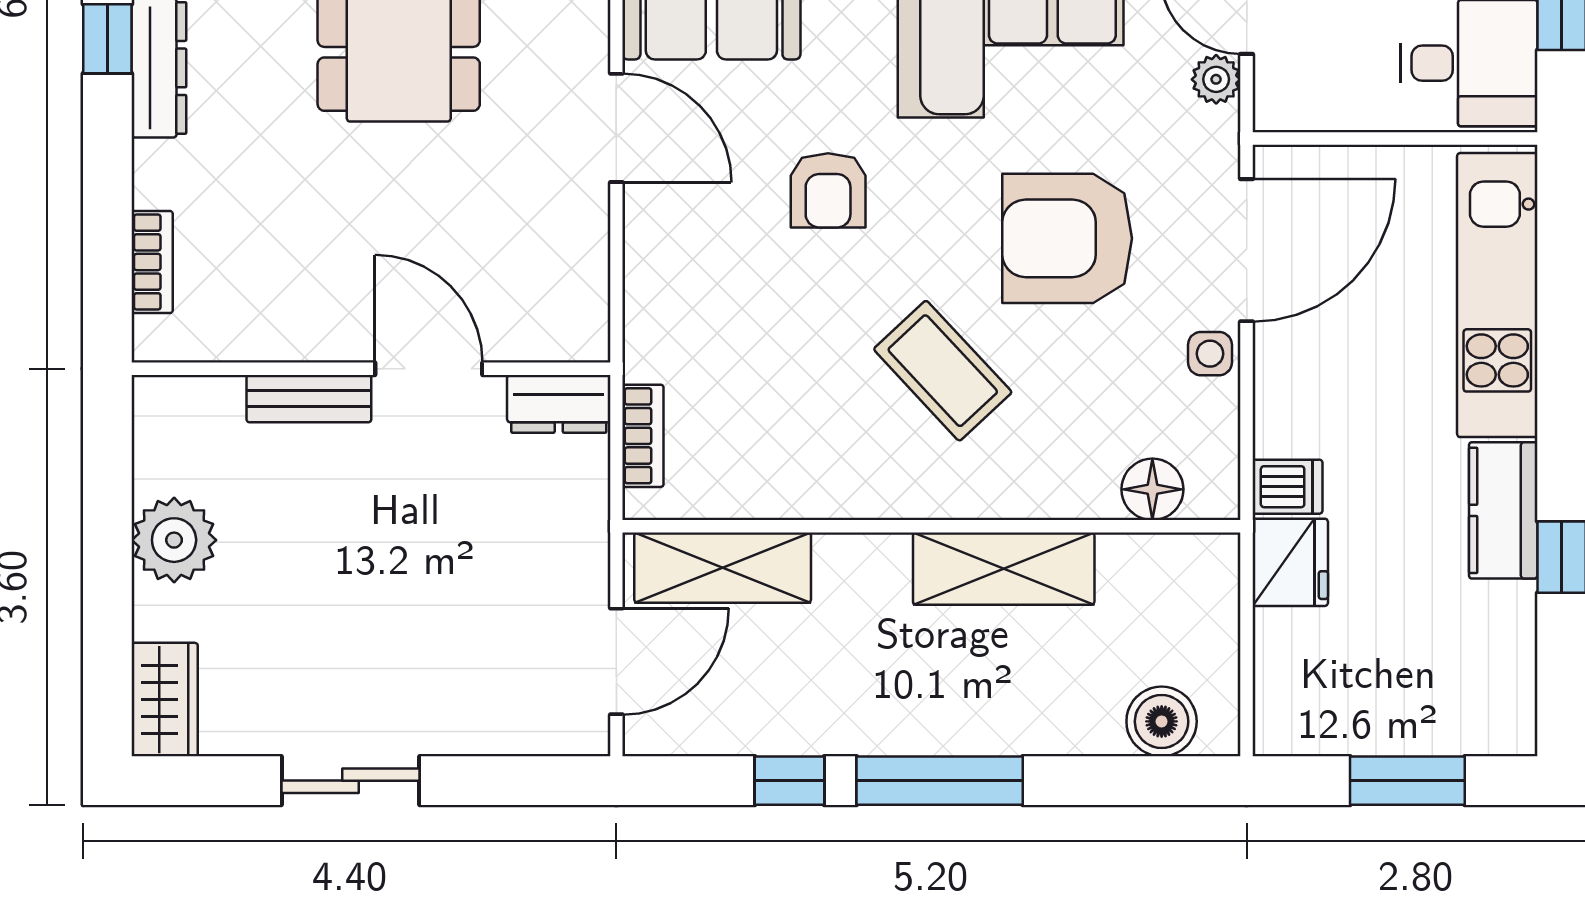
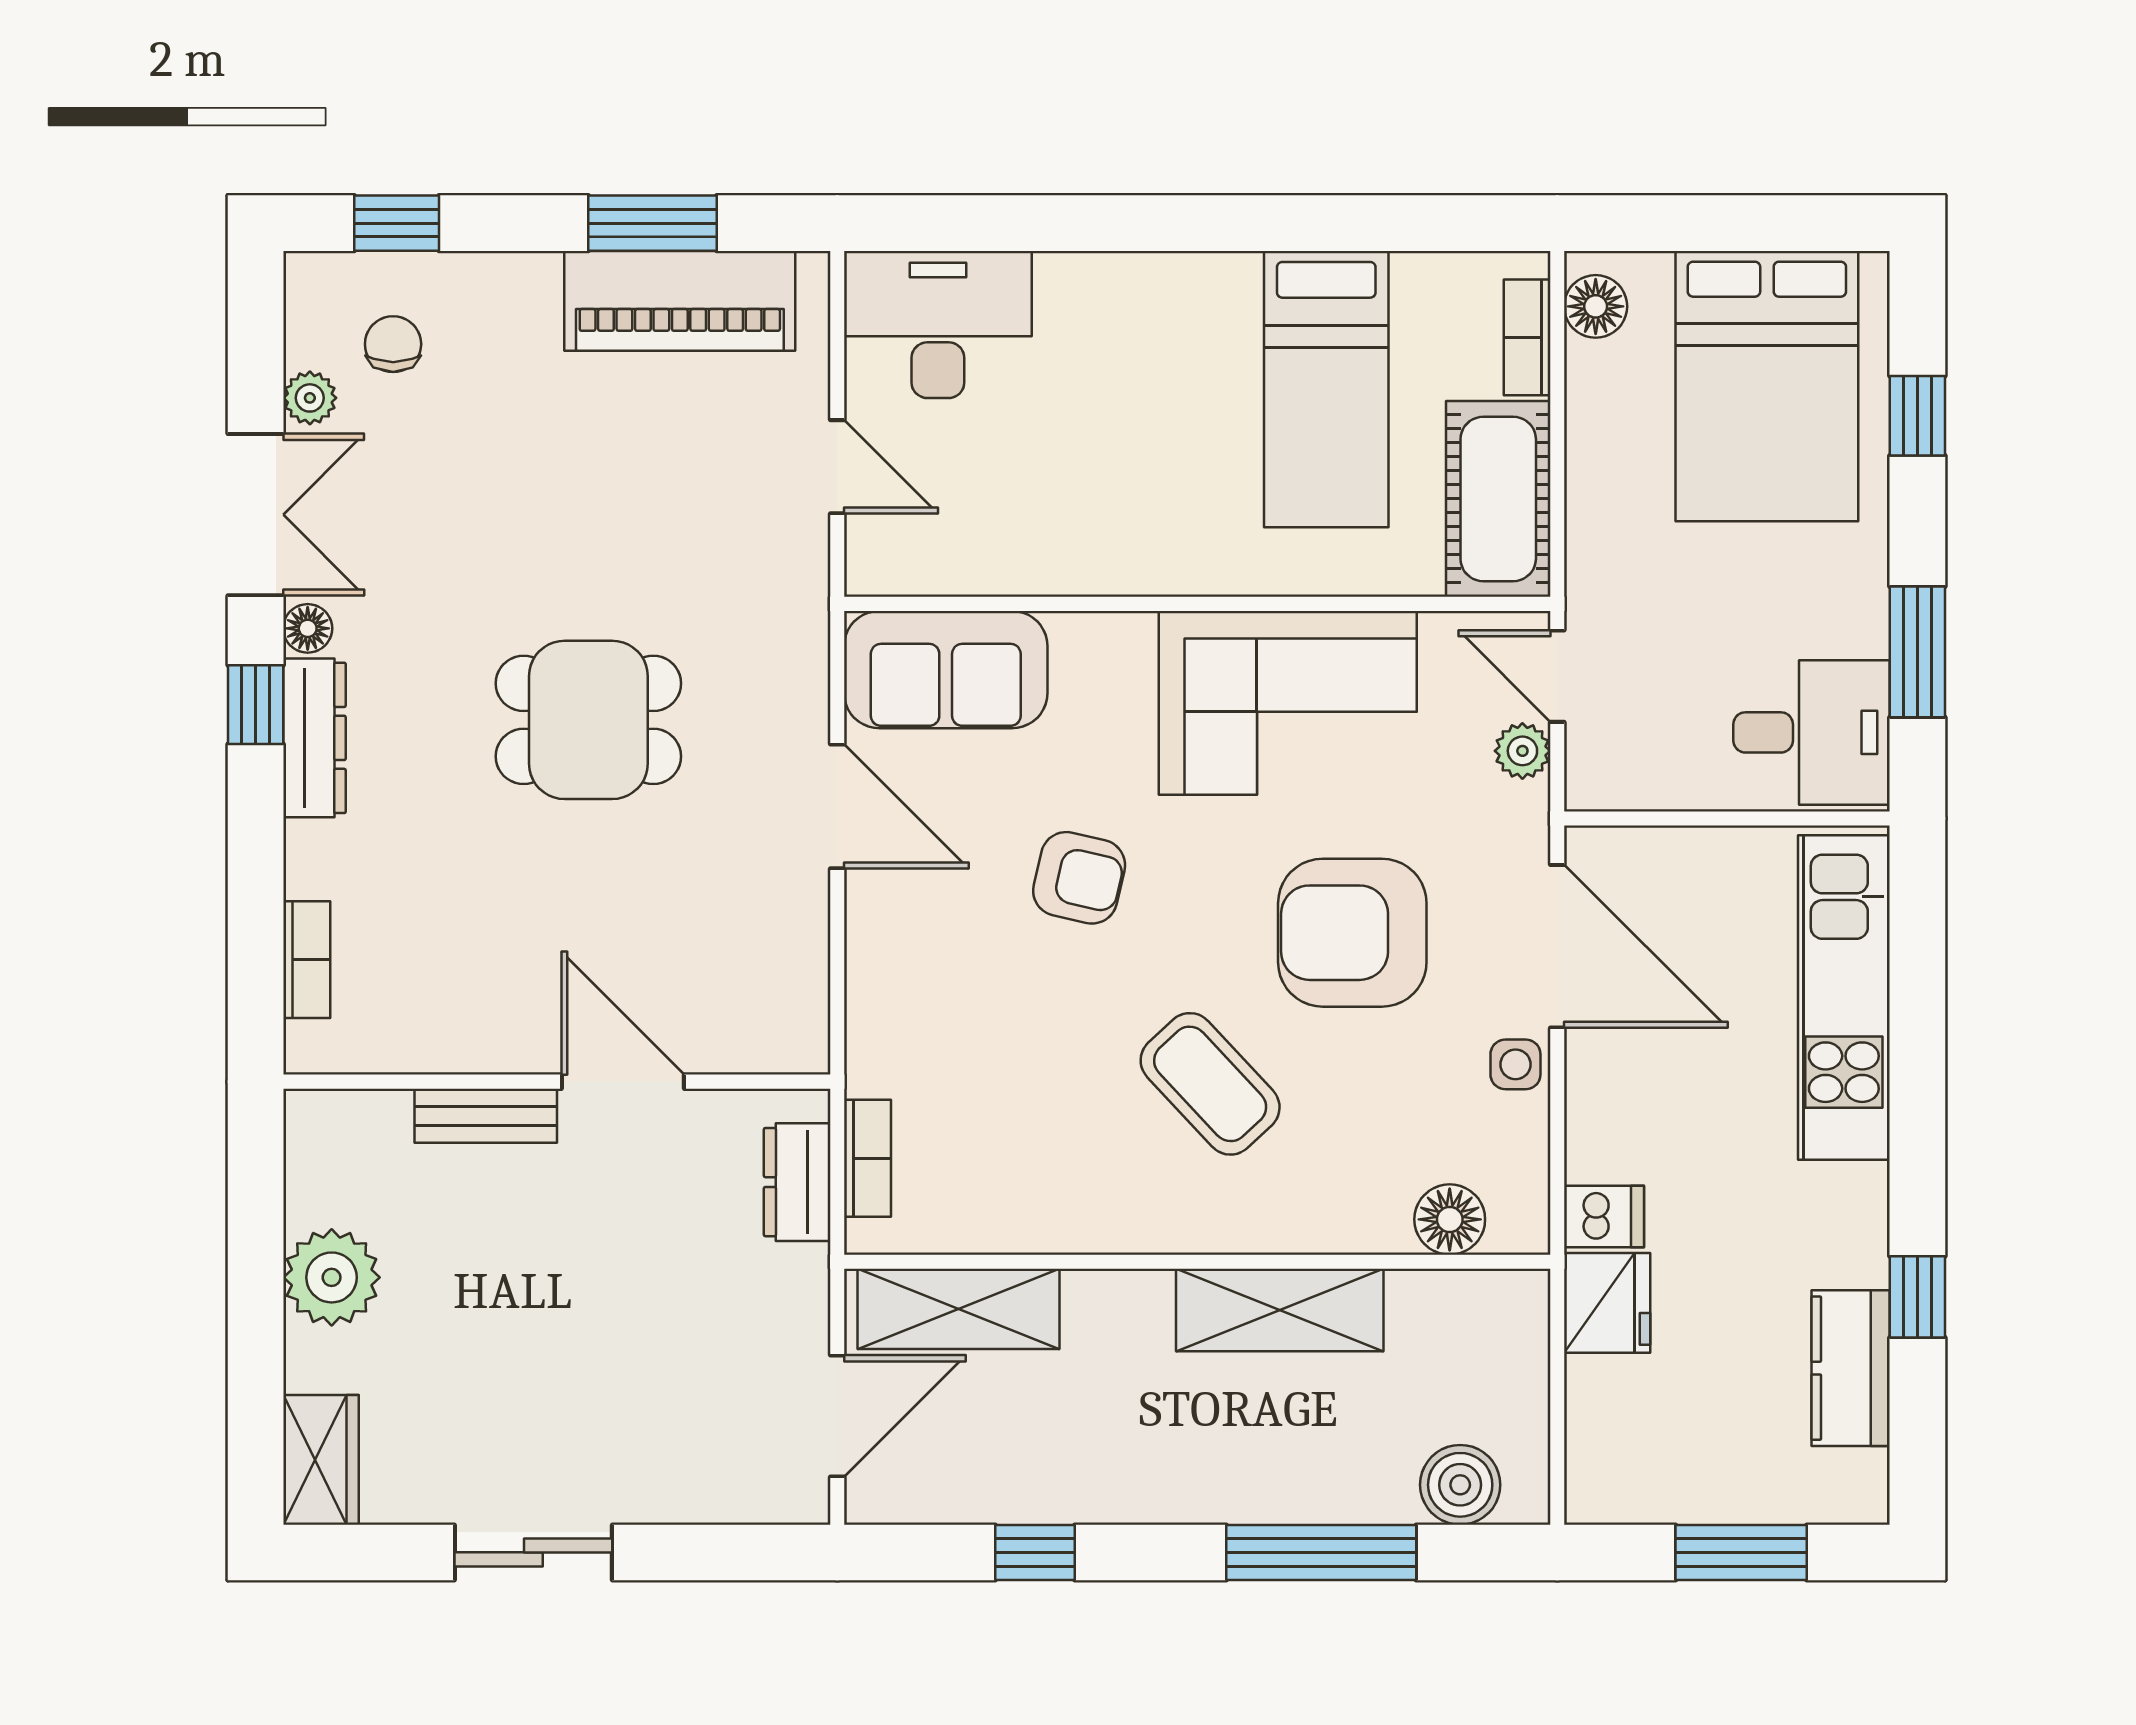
armchair: (828, 190) -> (1079, 878), turned -77
door: (1247, 250) -> (1557, 946), hinge flipped
dresser: (559, 404) -> (797, 1182), moved, turned 90
kitchen counter: (1503, 510) -> (1851, 1368), moved
window: (940, 781) -> (1321, 1552), moved

